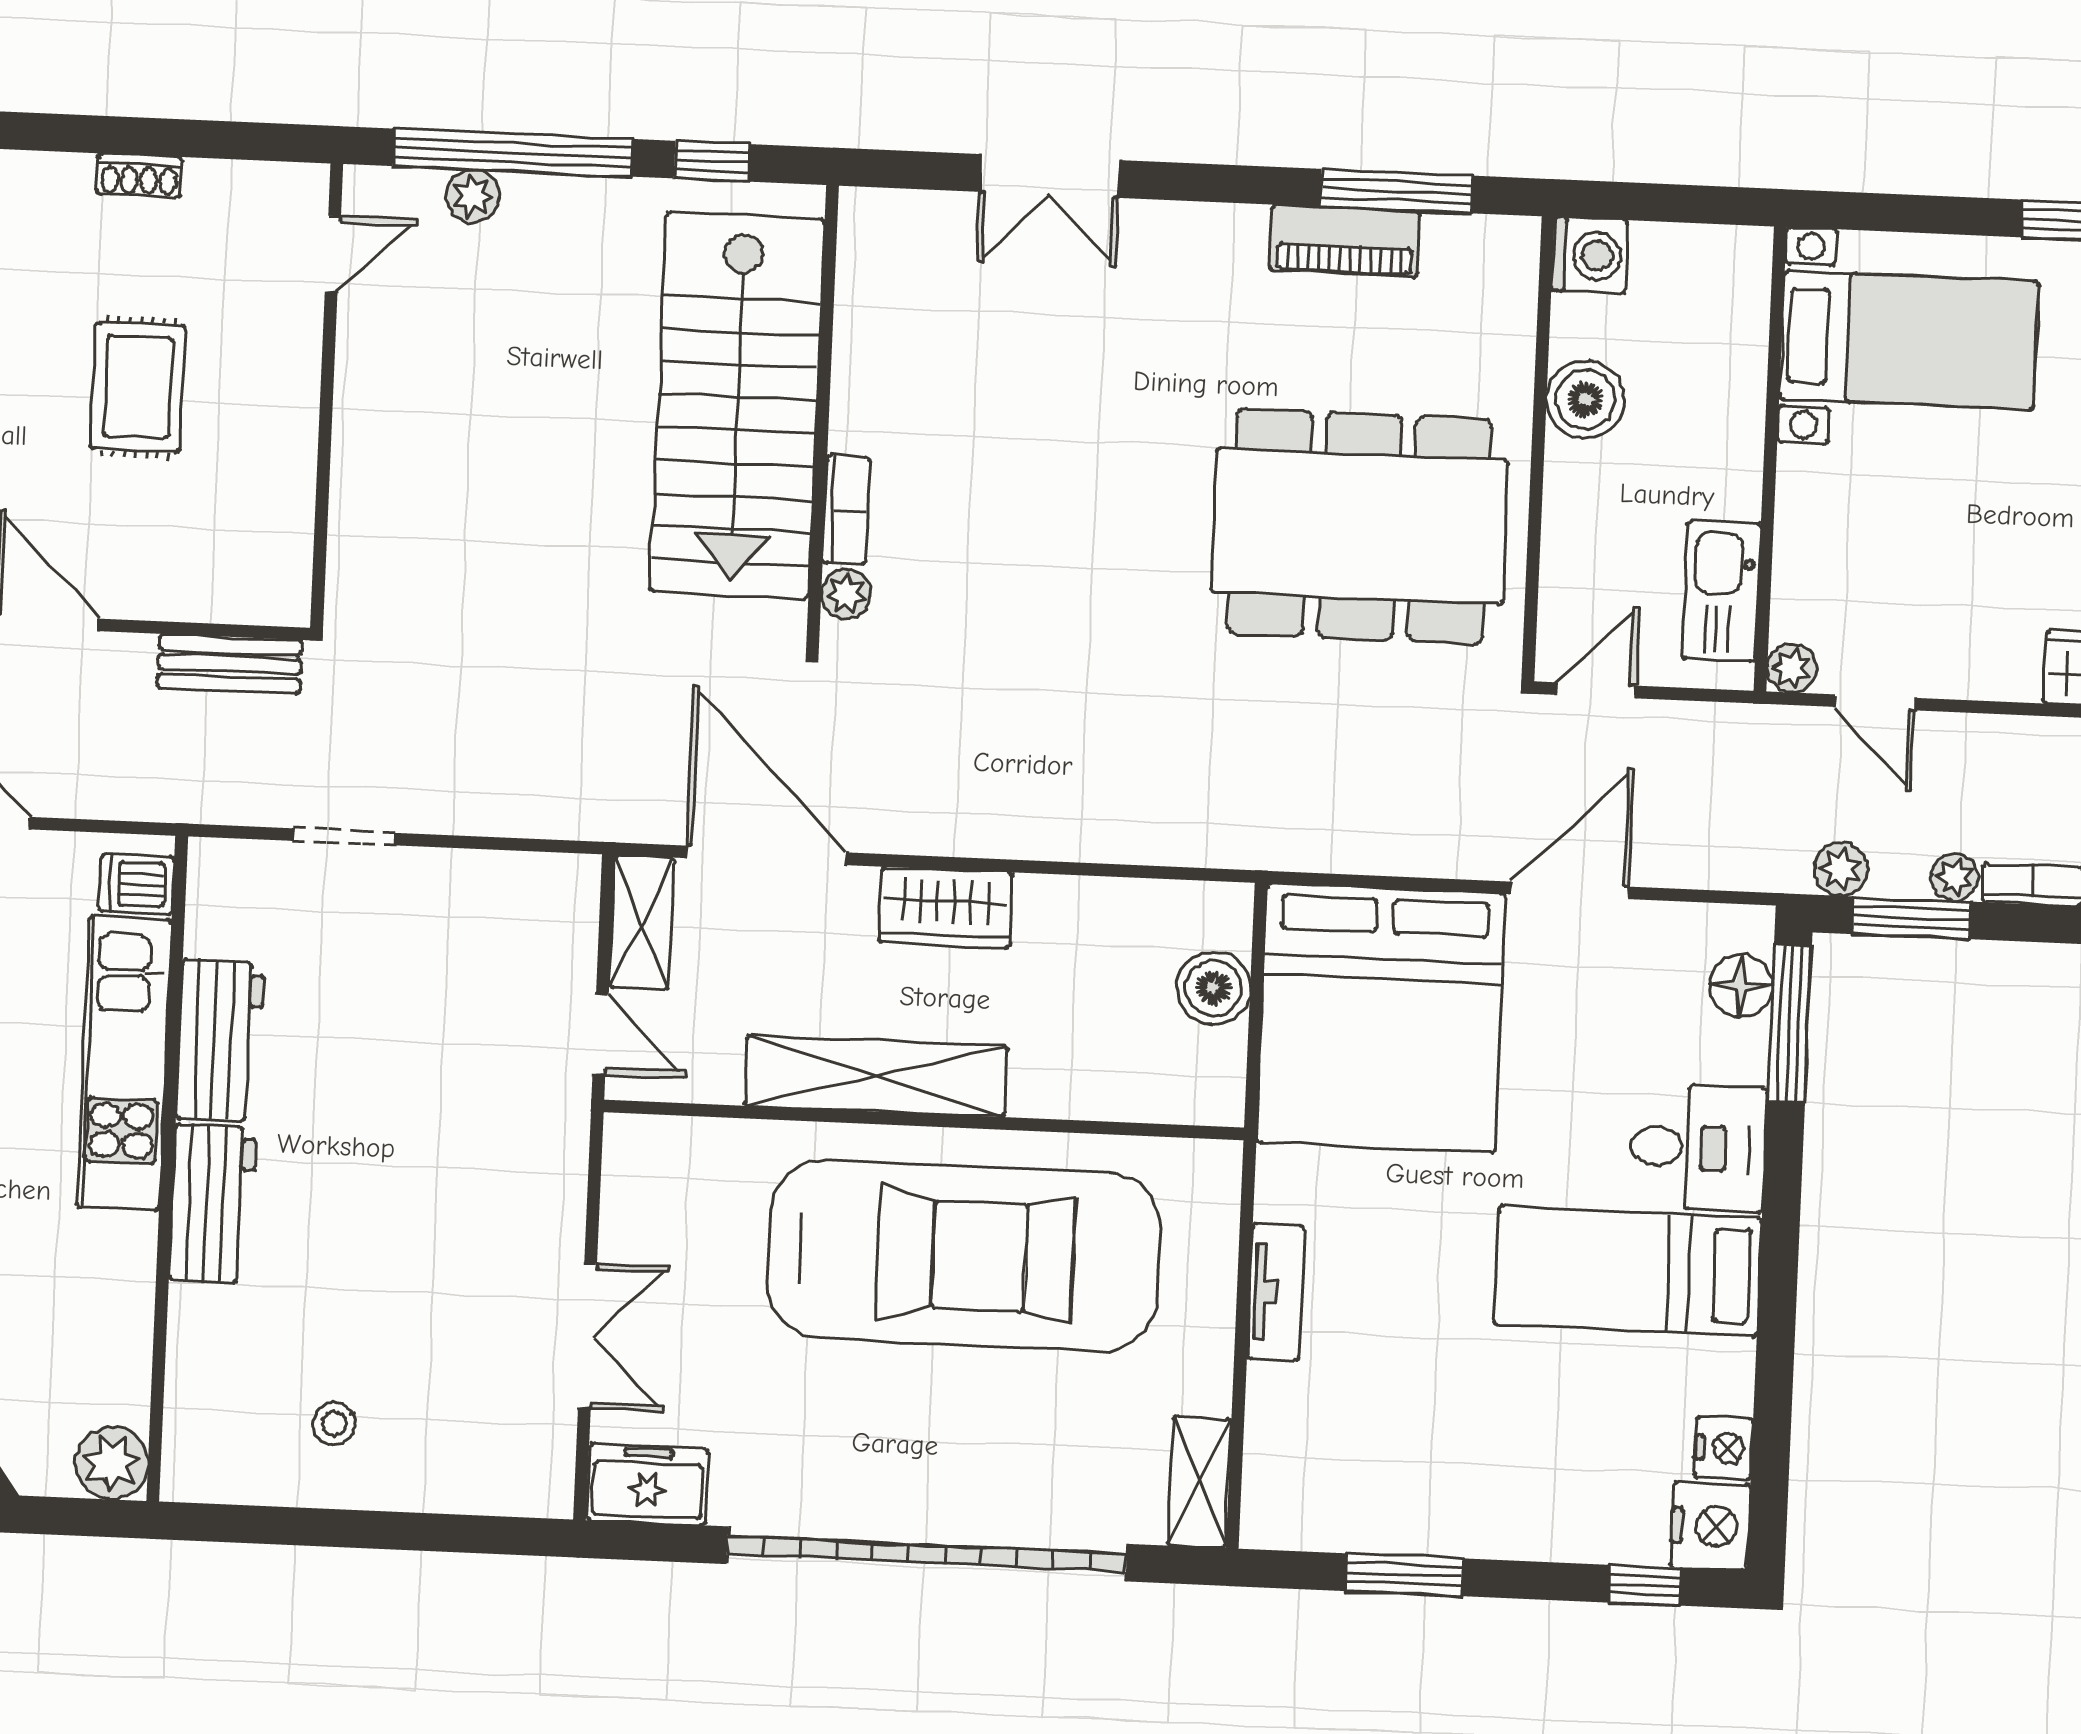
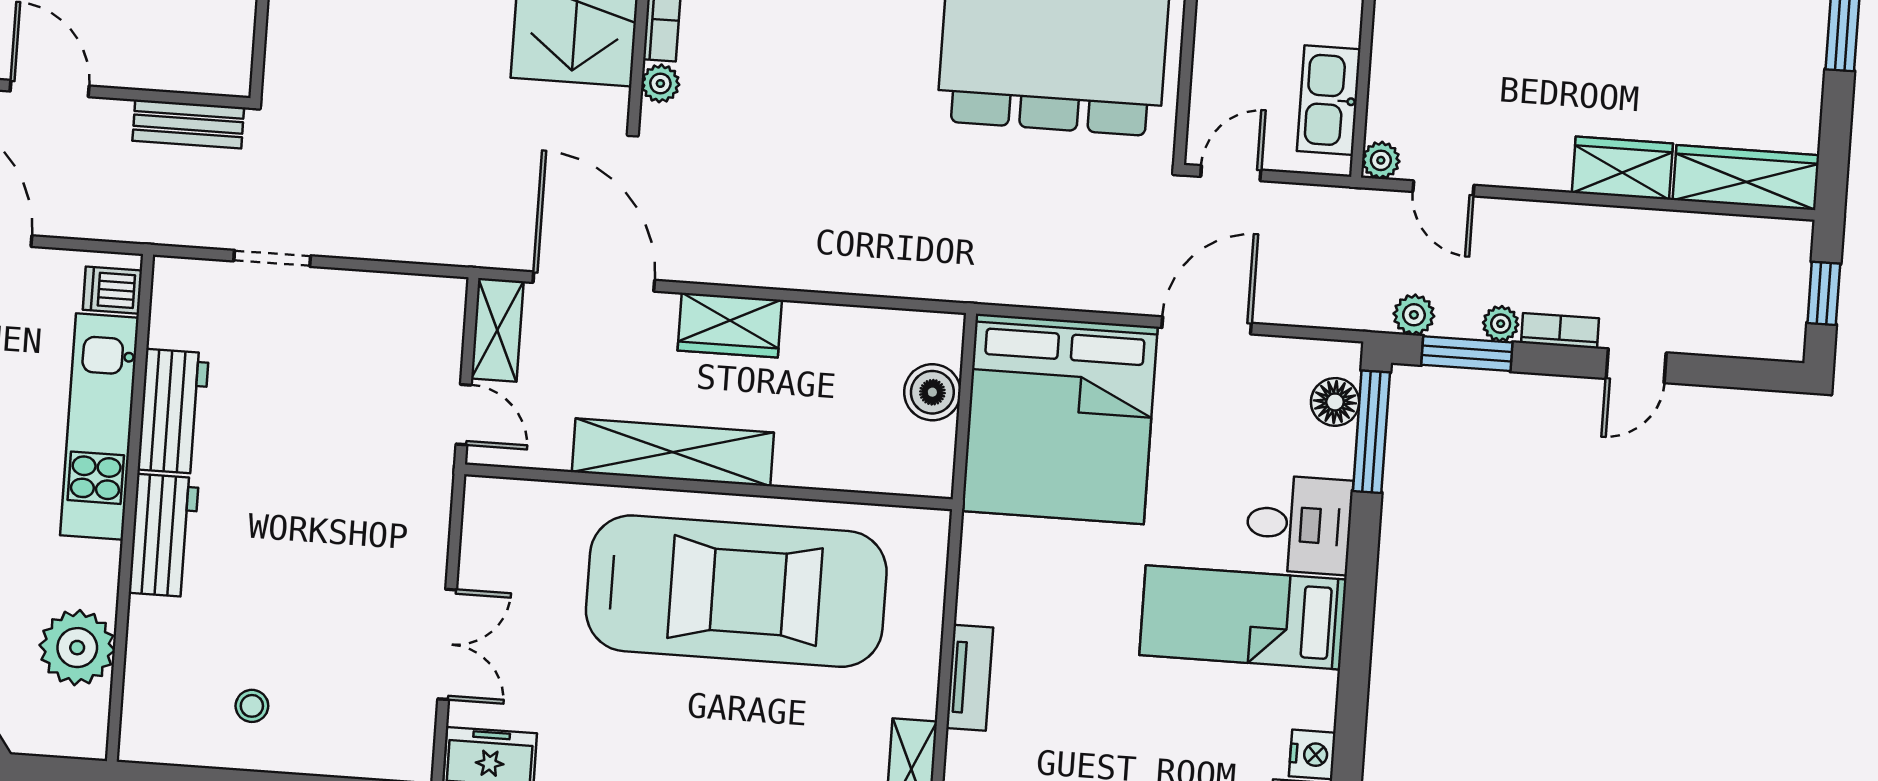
tv unit: (1276, 1292) -> (970, 678), moved
plant: (112, 1463) -> (77, 648), moved, width x1.36, depth x1.36

